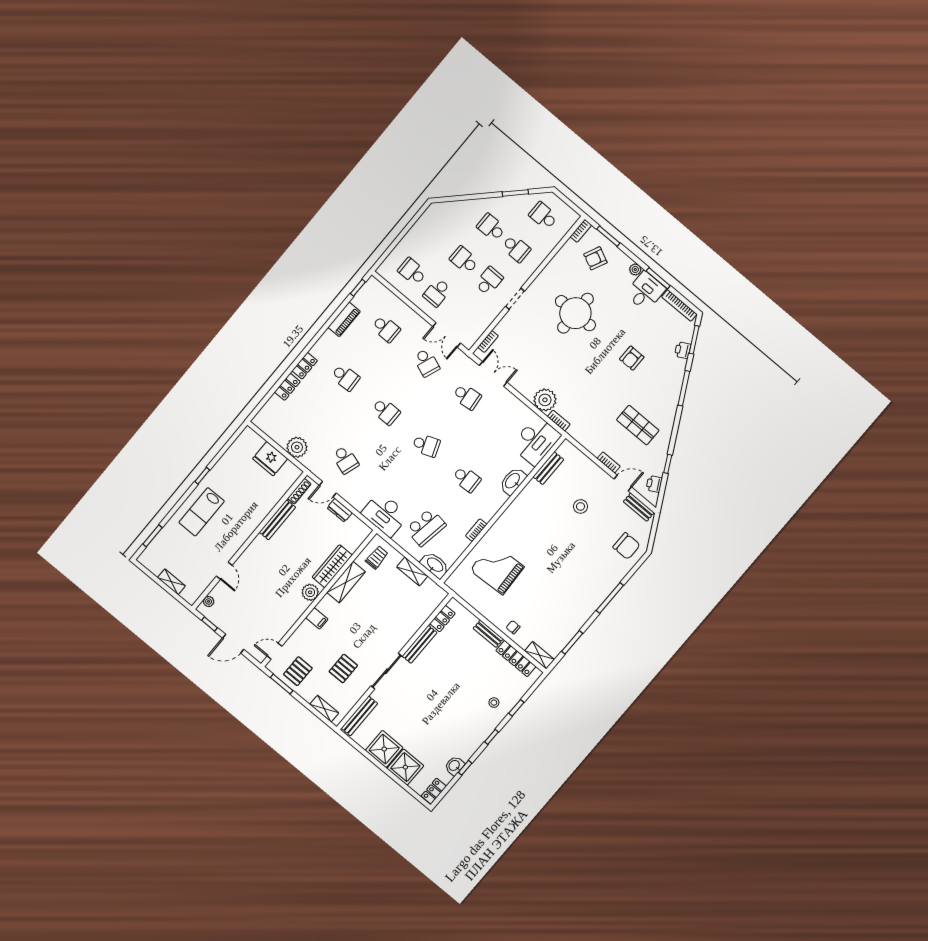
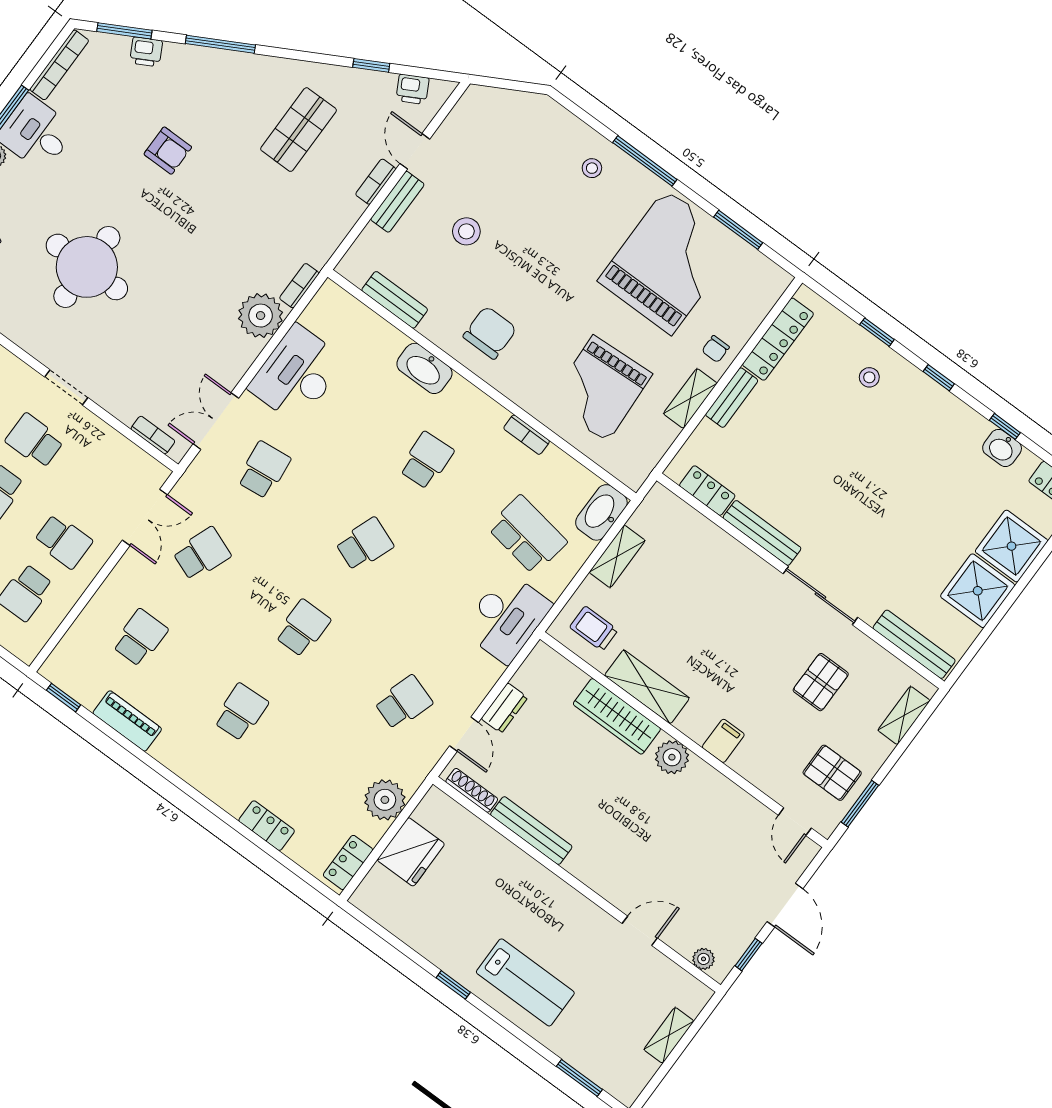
locker: (305, 366) -> (348, 862), moved, turned -90
desk: (536, 441) -> (297, 374), moved, turned -90
school desk: (426, 445) -> (365, 544), turned 42
bench: (639, 507) -> (397, 202), moved
chair: (626, 546) -> (490, 333), moved
stool: (608, 571) -> (592, 168), added
grand piano: (558, 607) -> (669, 262), added
shelving: (540, 655) -> (690, 398), moved
pallet: (343, 669) -> (821, 682), turned 90

